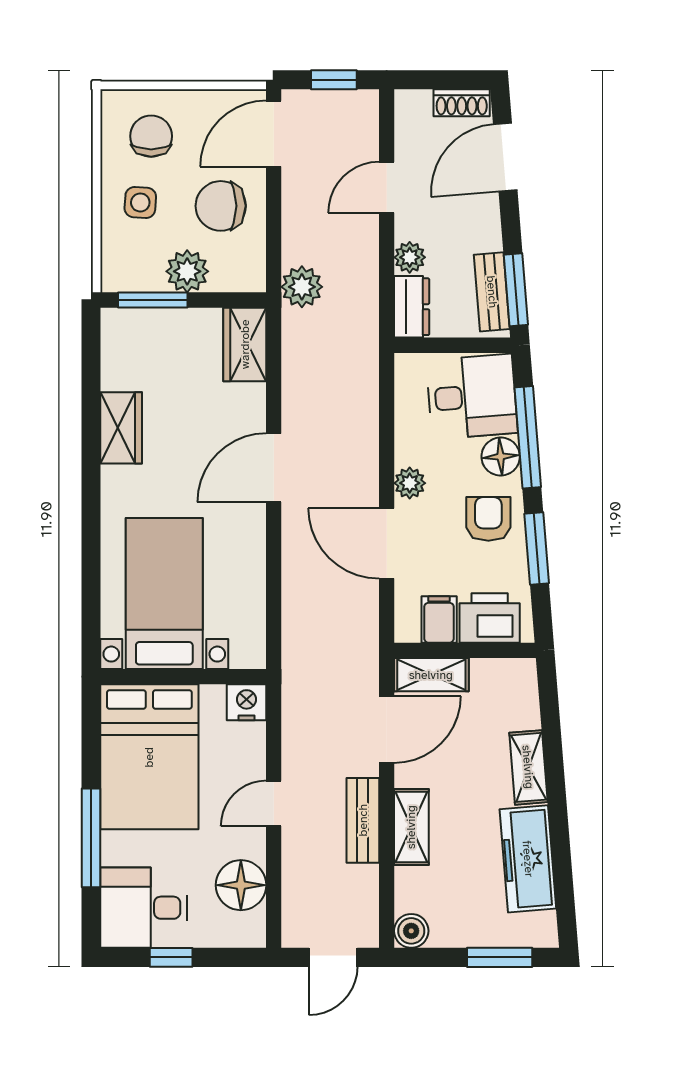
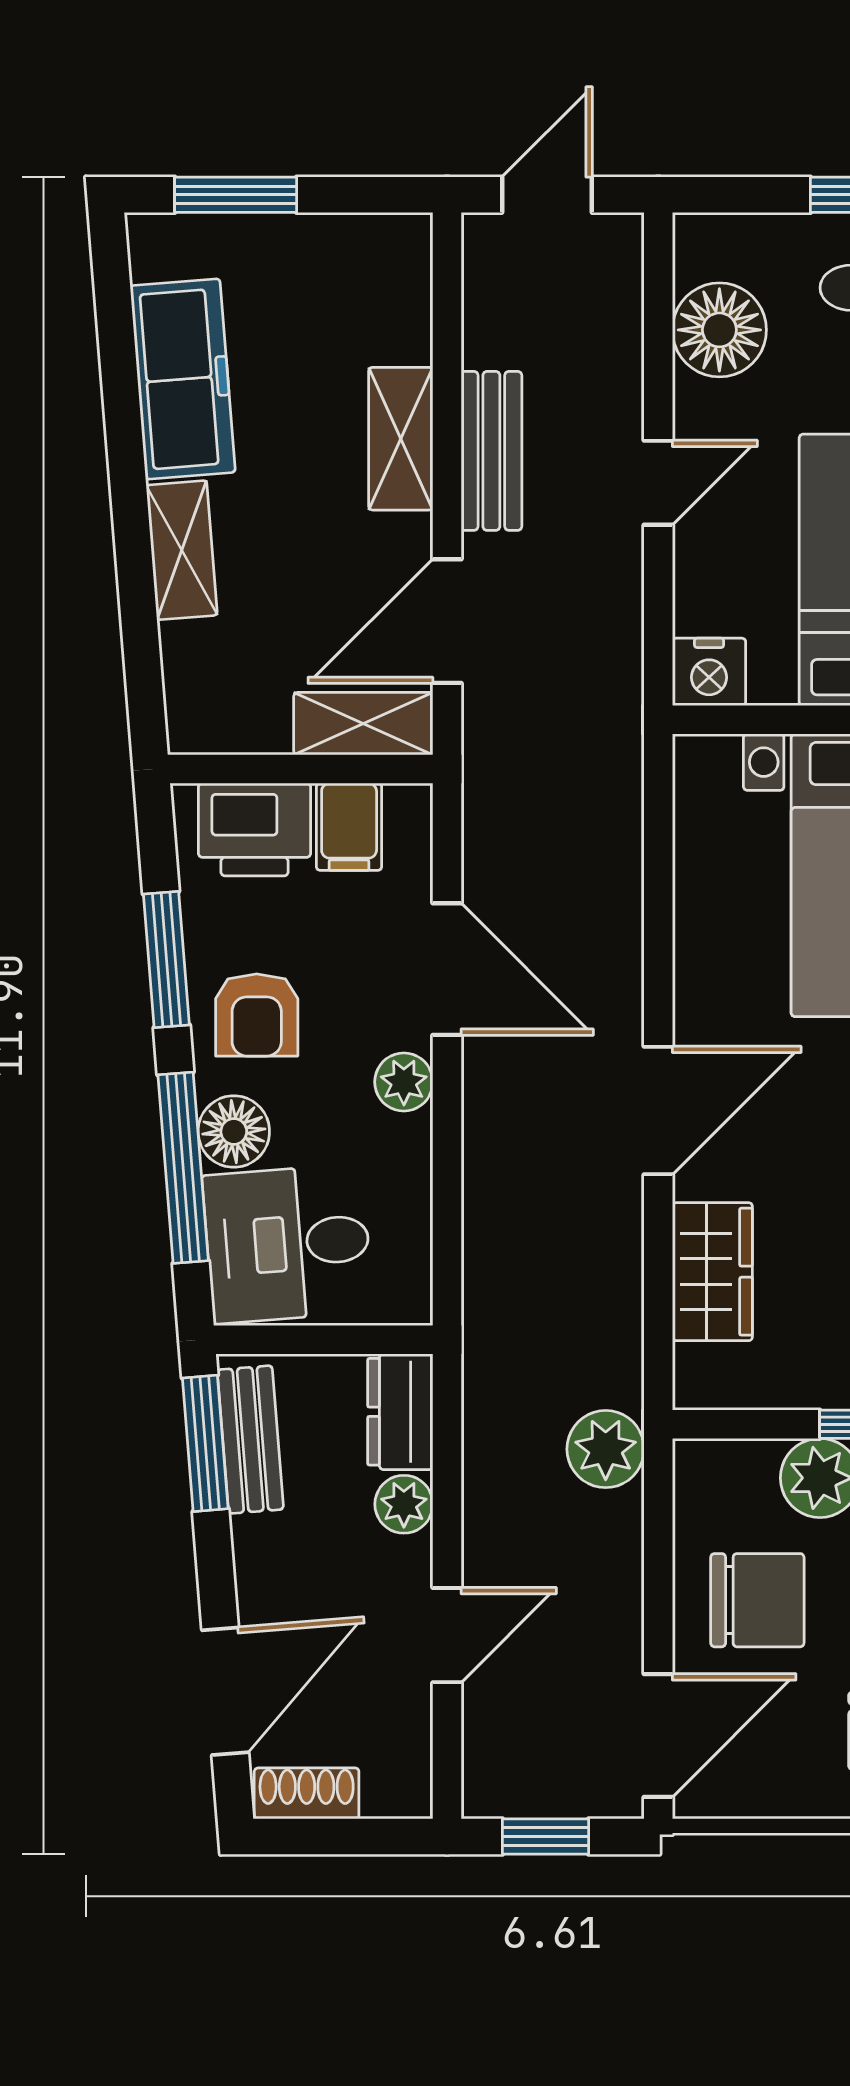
wardrobe: (245, 344) -> (712, 1272), moved
boiler: (411, 931) -> (401, 244), removed

